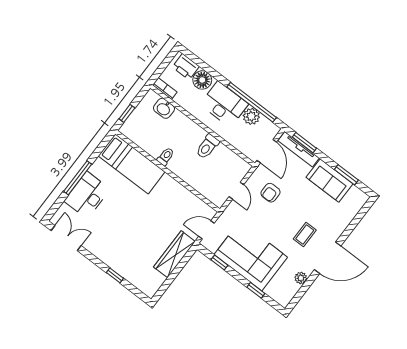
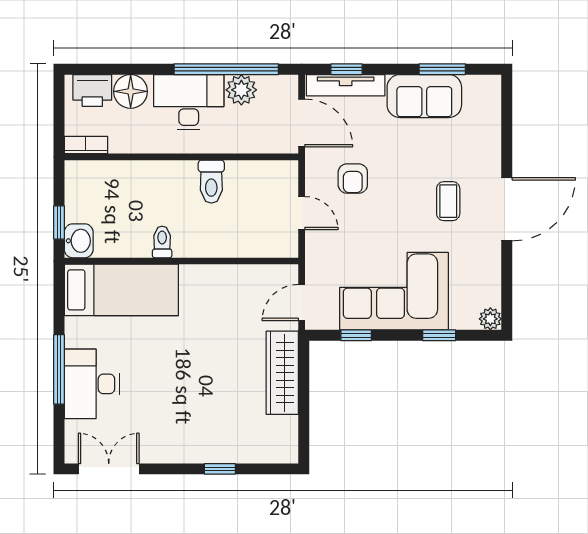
washbasin: (164, 108) -> (79, 241), moved, turned -90
window: (304, 143) -> (347, 69), width x0.67
plant: (301, 278) -> (490, 319), moved

